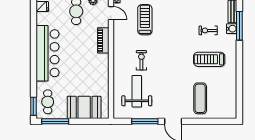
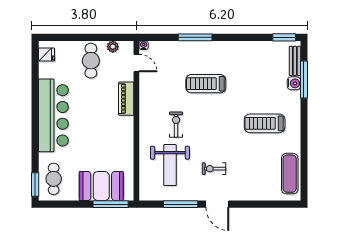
treadmill: (145, 20) -> (206, 84), moved, turned -90
exercise bike: (208, 30) -> (214, 169), moved
weight bench: (137, 91) -> (170, 165), turned 180
exercise mat: (200, 98) -> (290, 174), moved
window: (55, 121) -> (111, 204), moved

